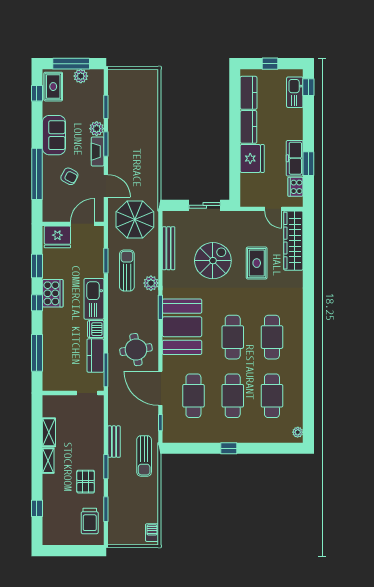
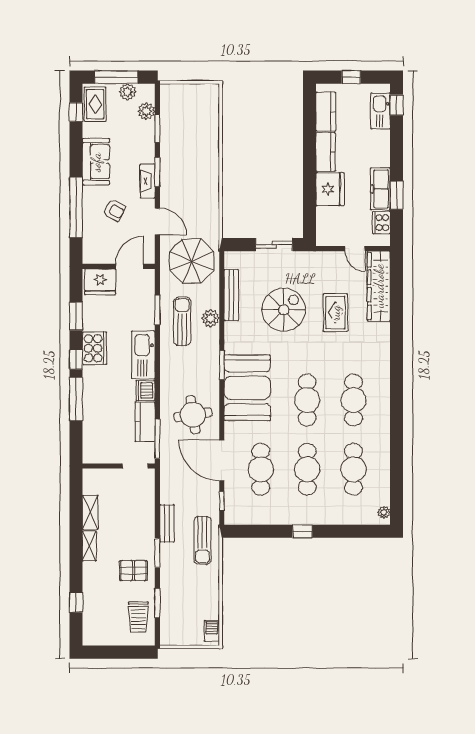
plant: (97, 129) -> (146, 111), moved
plant: (151, 283) -> (211, 318), moved
window: (37, 353) -> (76, 399), moved
pallet: (86, 482) -> (133, 571), turned 90

